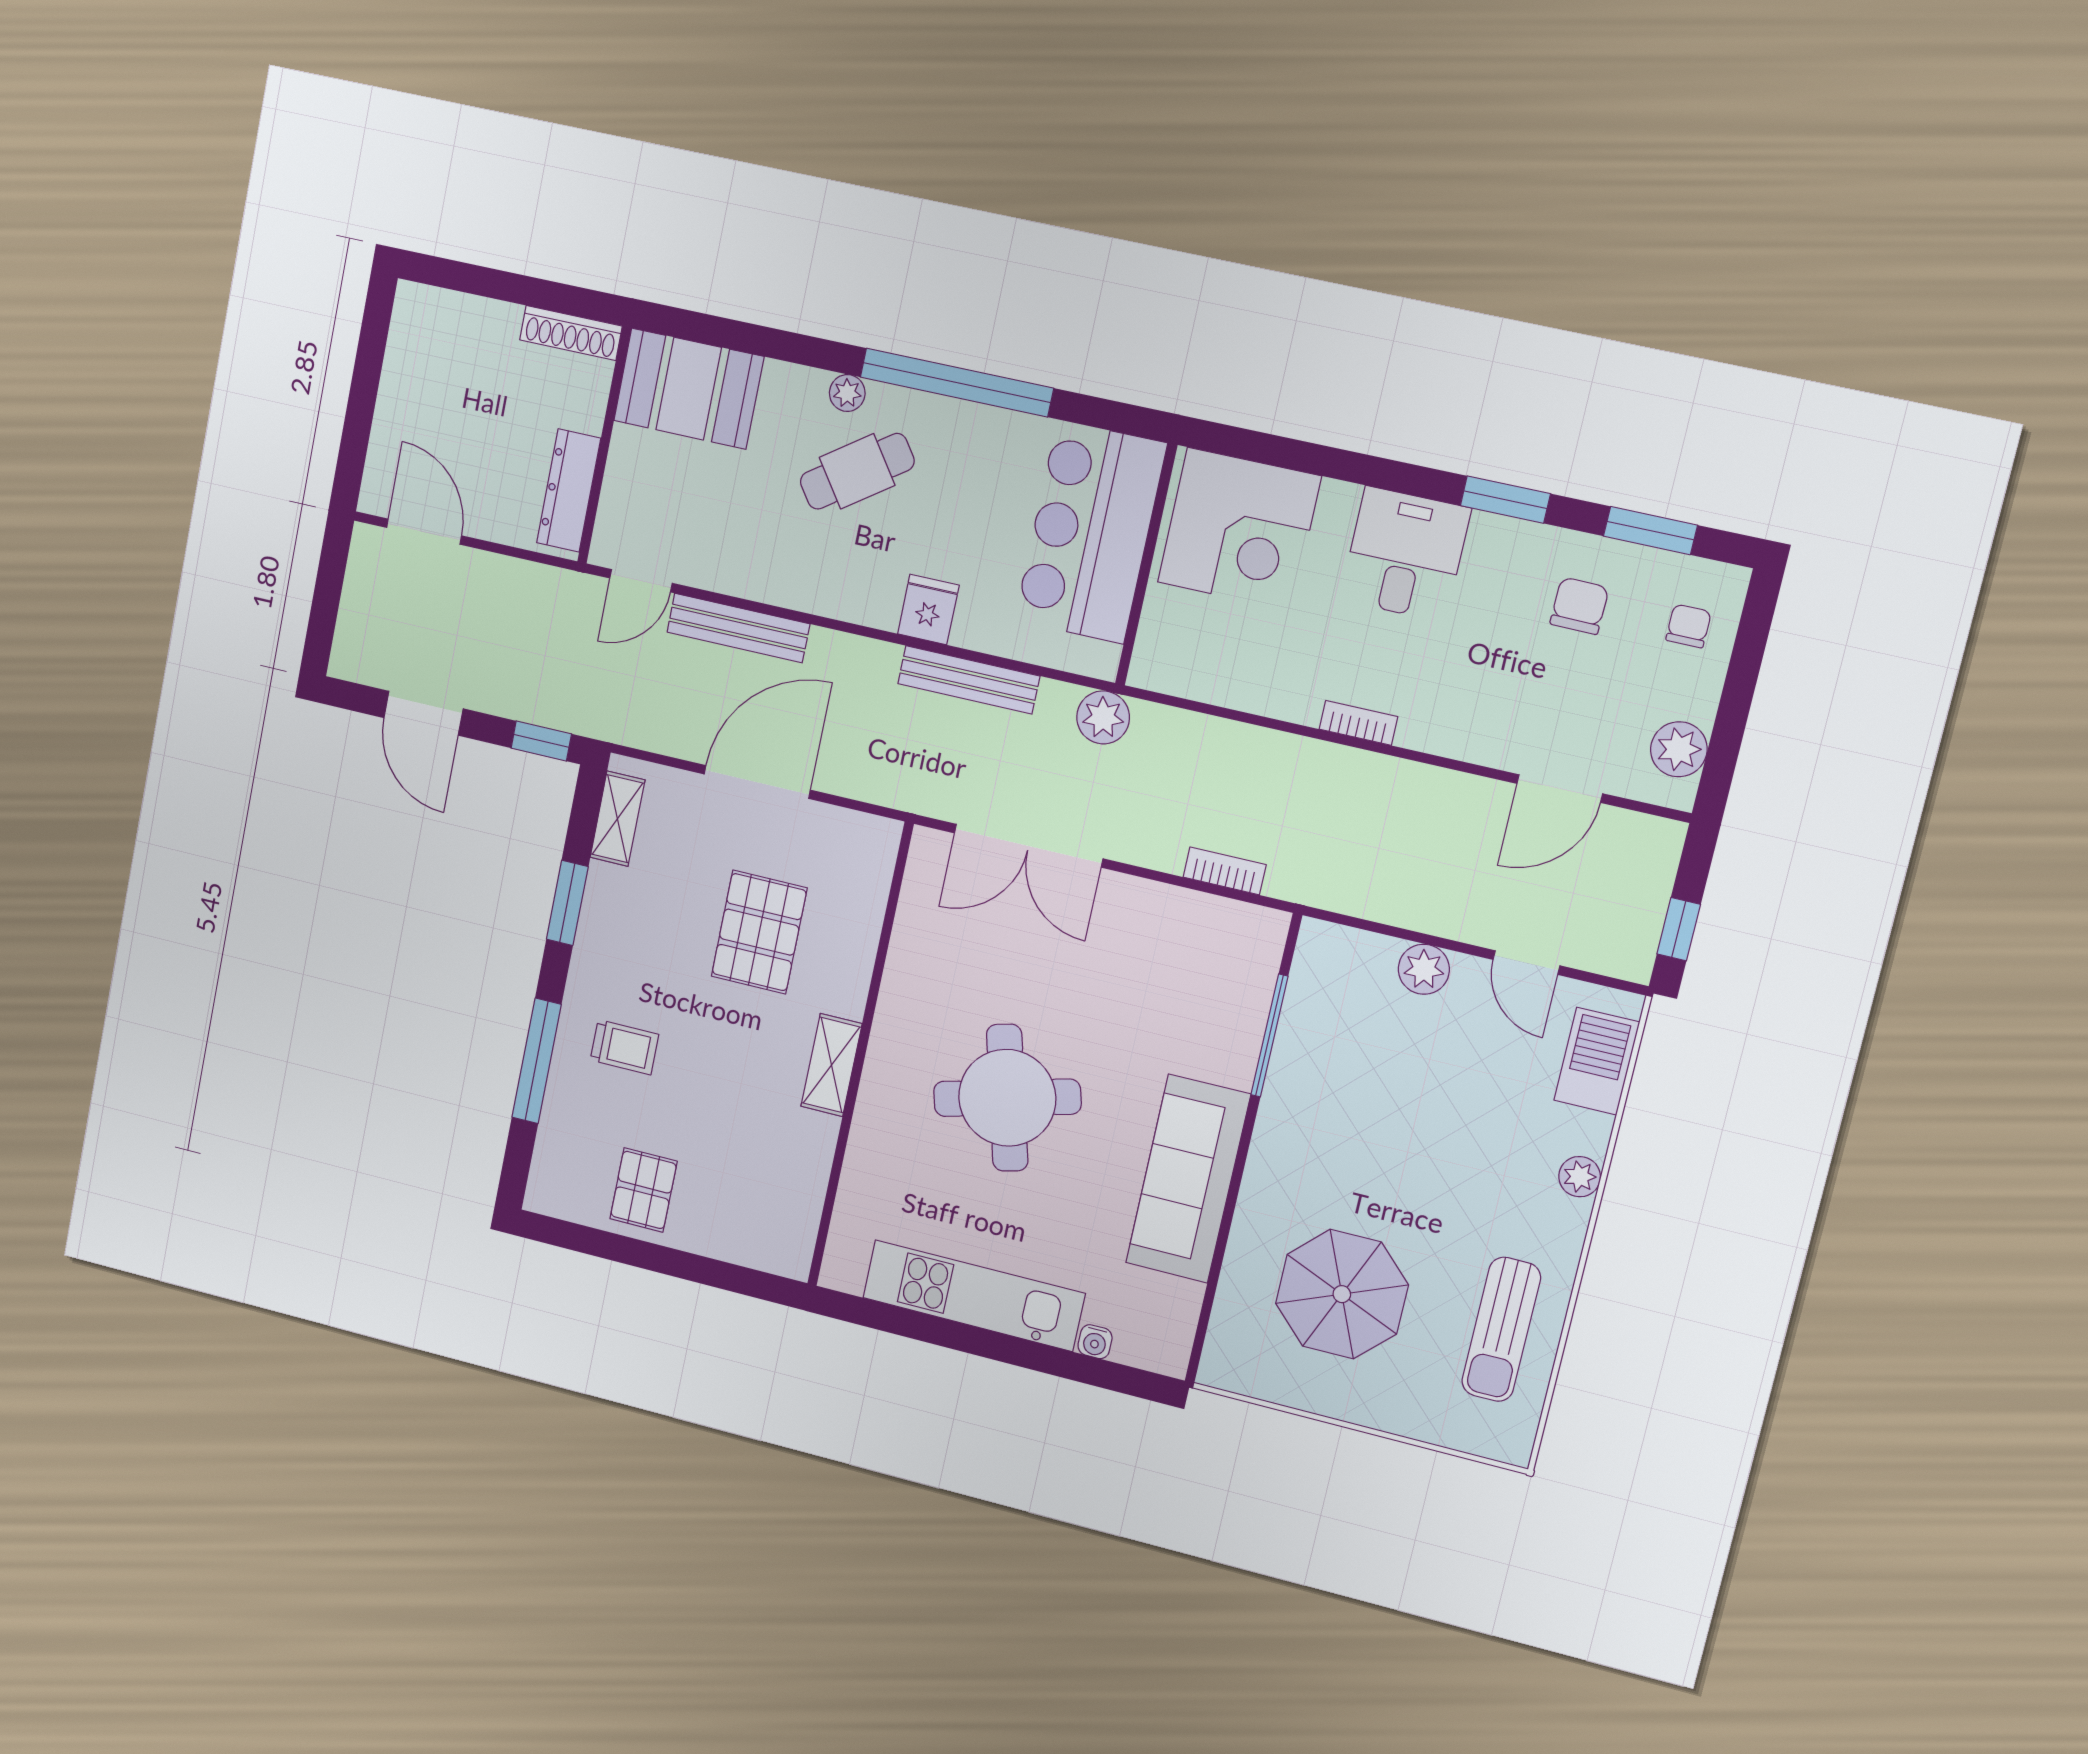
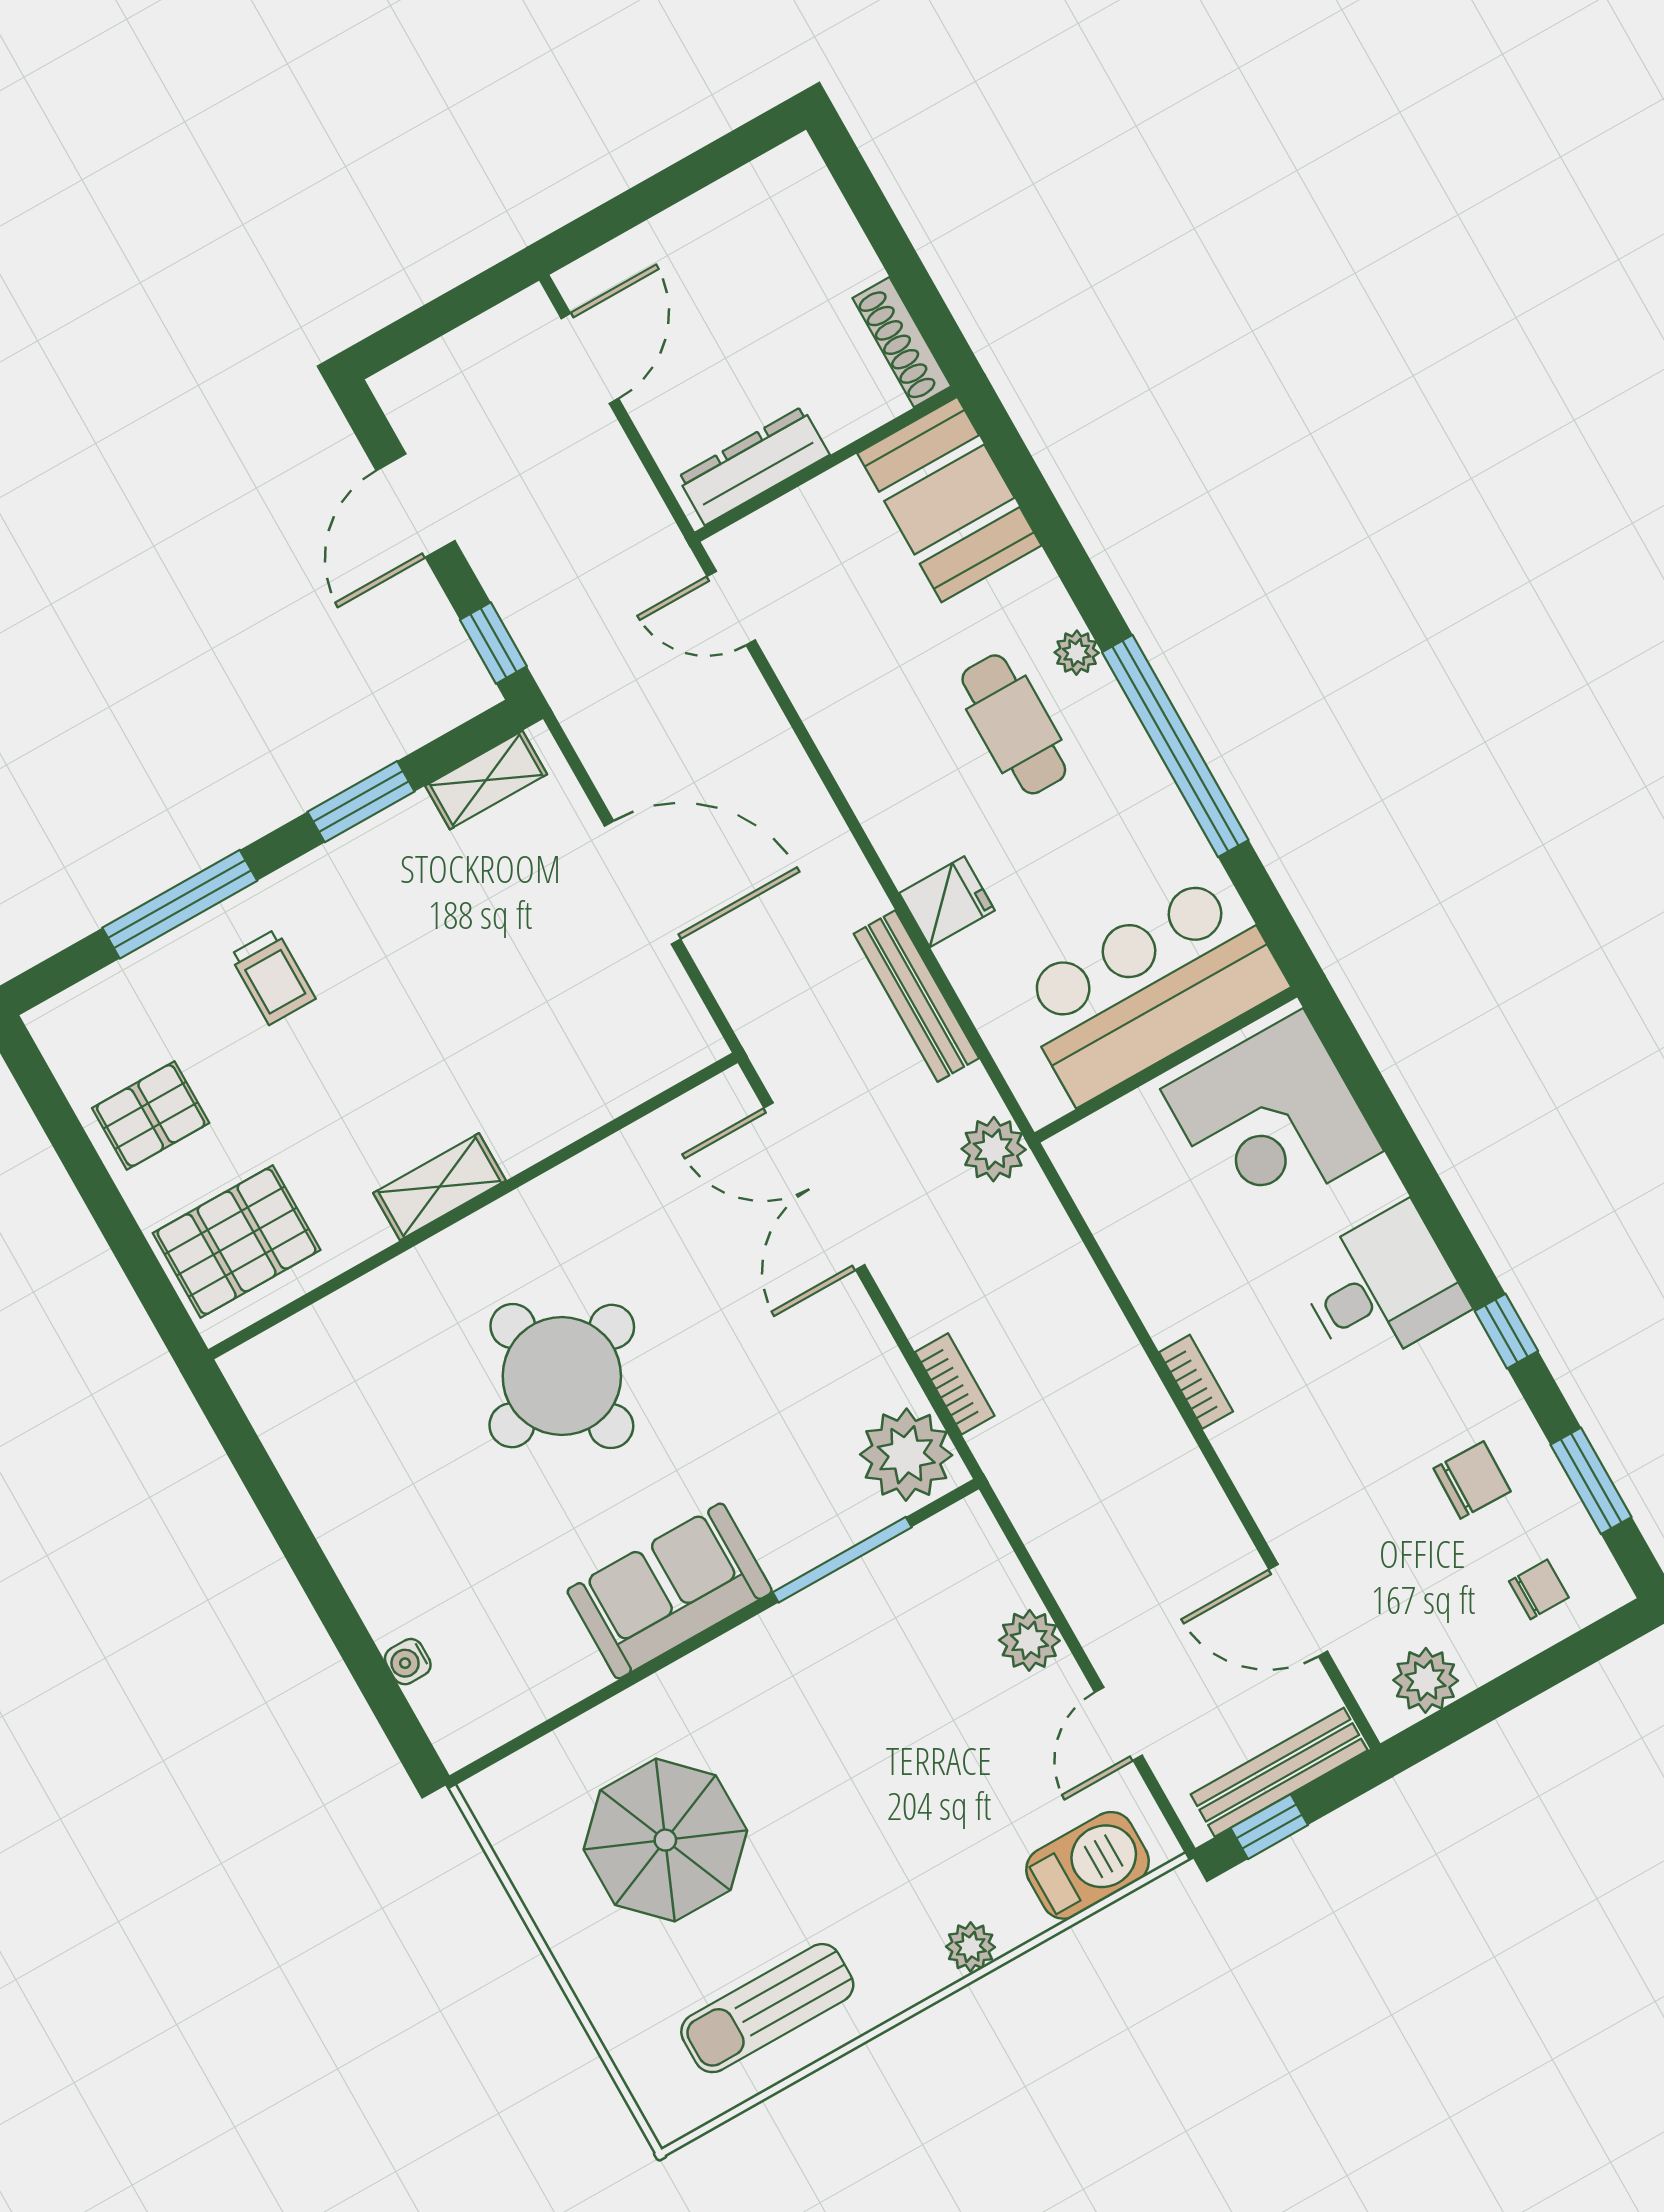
cafe table: (857, 471) -> (1014, 724), turned 35
window: (1505, 500) -> (1506, 1331), width x0.67
bench: (738, 628) -> (1279, 1772), moved, turned 90
pallet: (759, 932) -> (237, 1242), moved
plant: (1241, 939) -> (906, 1455), added
sofa: (1188, 1179) -> (670, 1591), width x0.73
kitchen unit: (974, 1296) -> (345, 1512), removed

